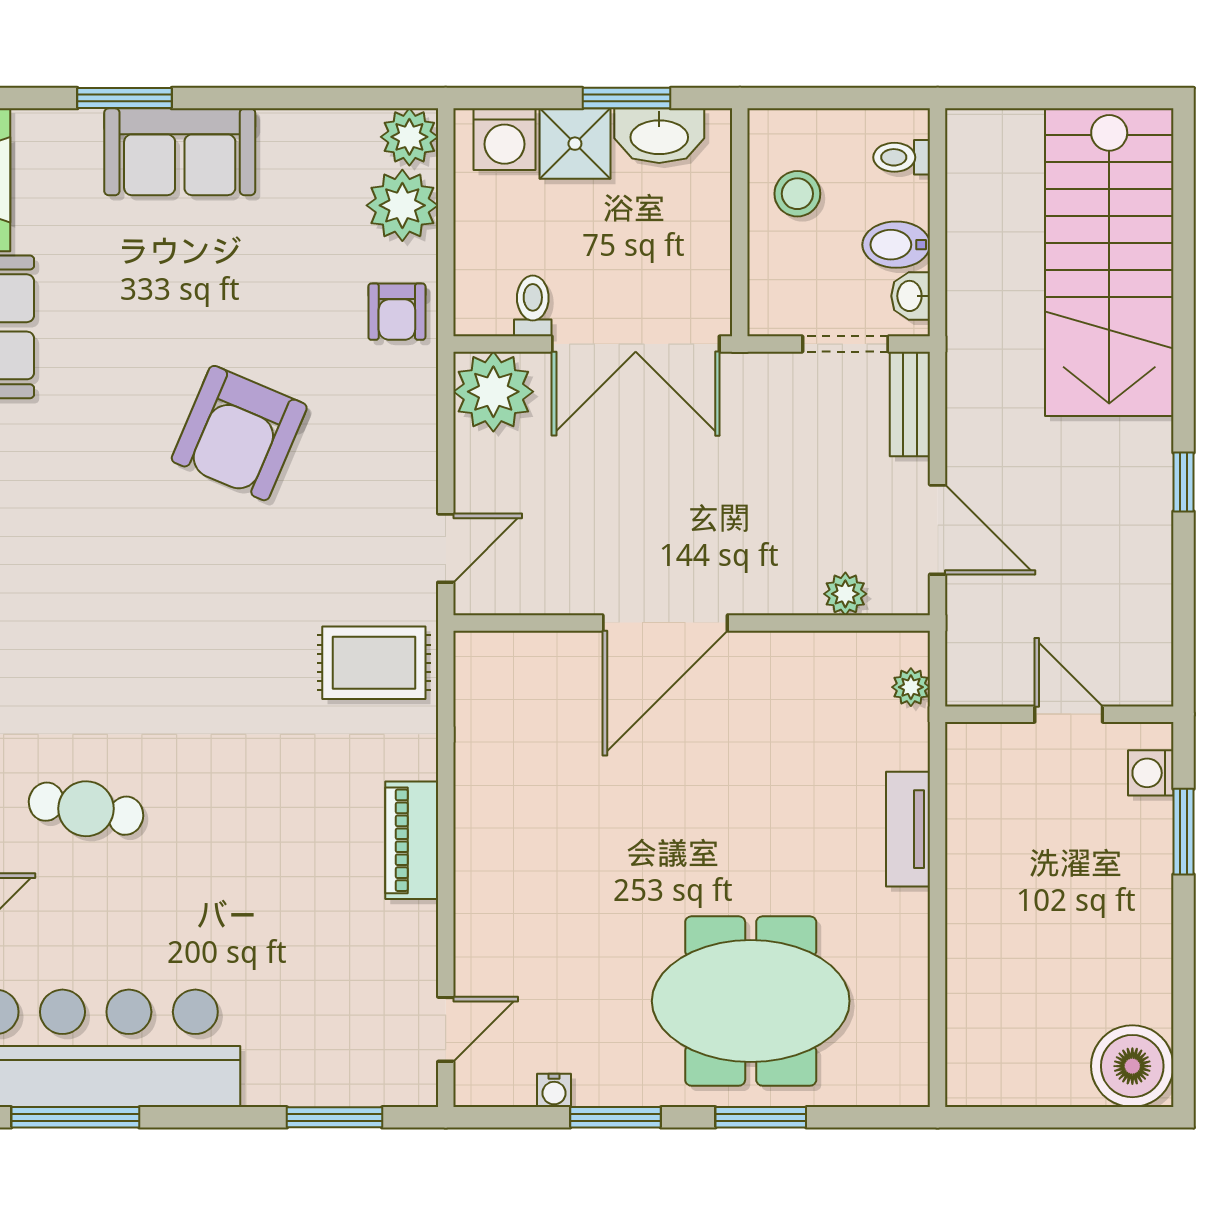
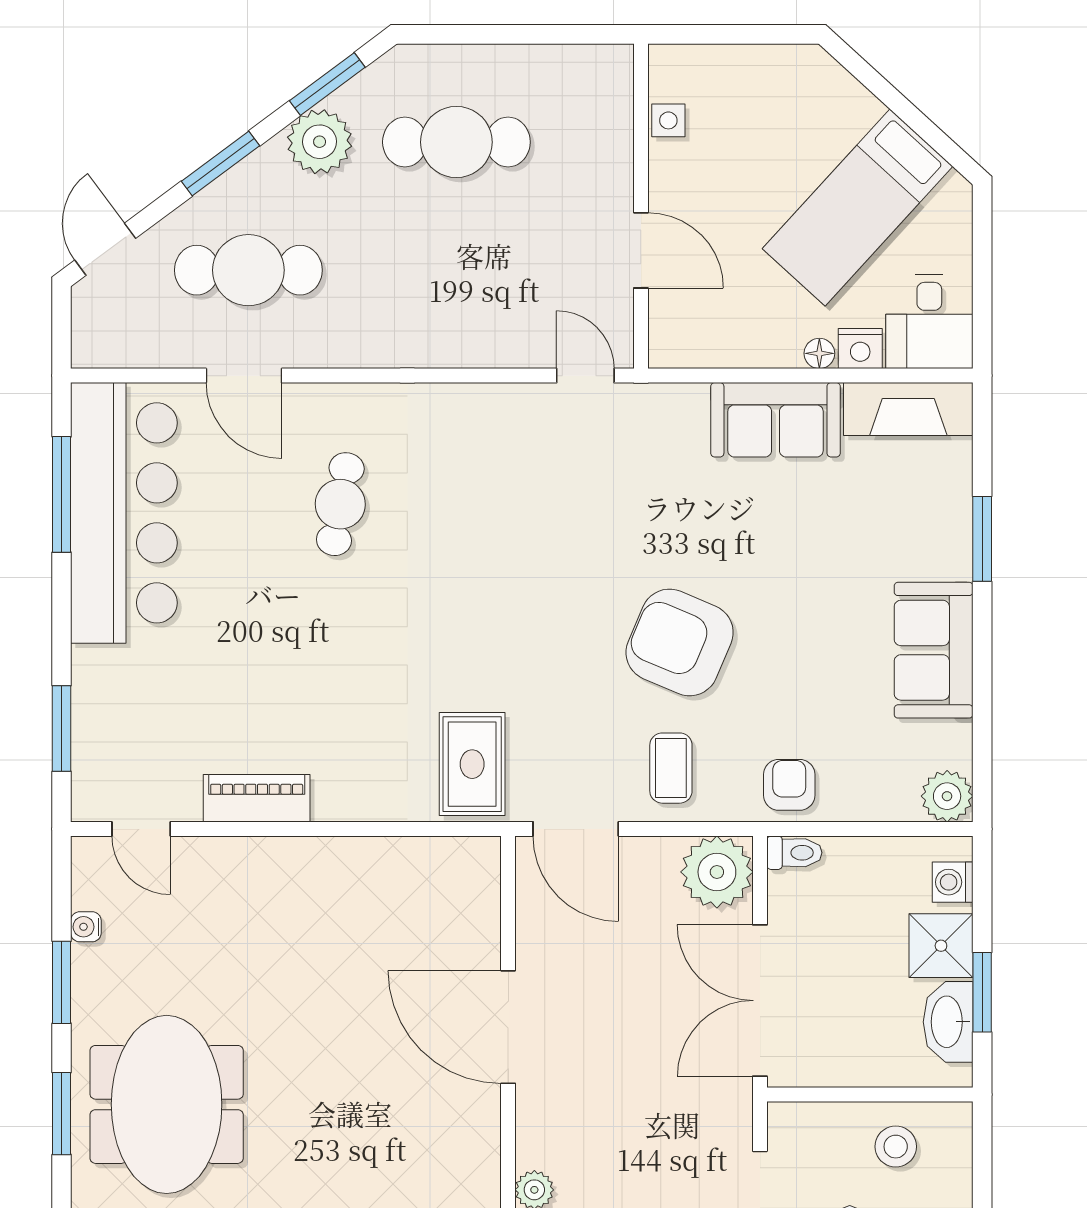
washing machine: (505, 139) -> (953, 882), width x0.73, depth x0.73
sofa: (180, 152) -> (934, 650), moved
plant: (402, 205) -> (885, 790), removed
toilet: (533, 306) -> (794, 853), moved
armchair: (397, 312) -> (789, 785), turned 90
coffee table: (378, 443) -> (671, 768), added
door: (446, 548) -> (576, 829), width x1.38
piano: (412, 840) -> (257, 798), moved

